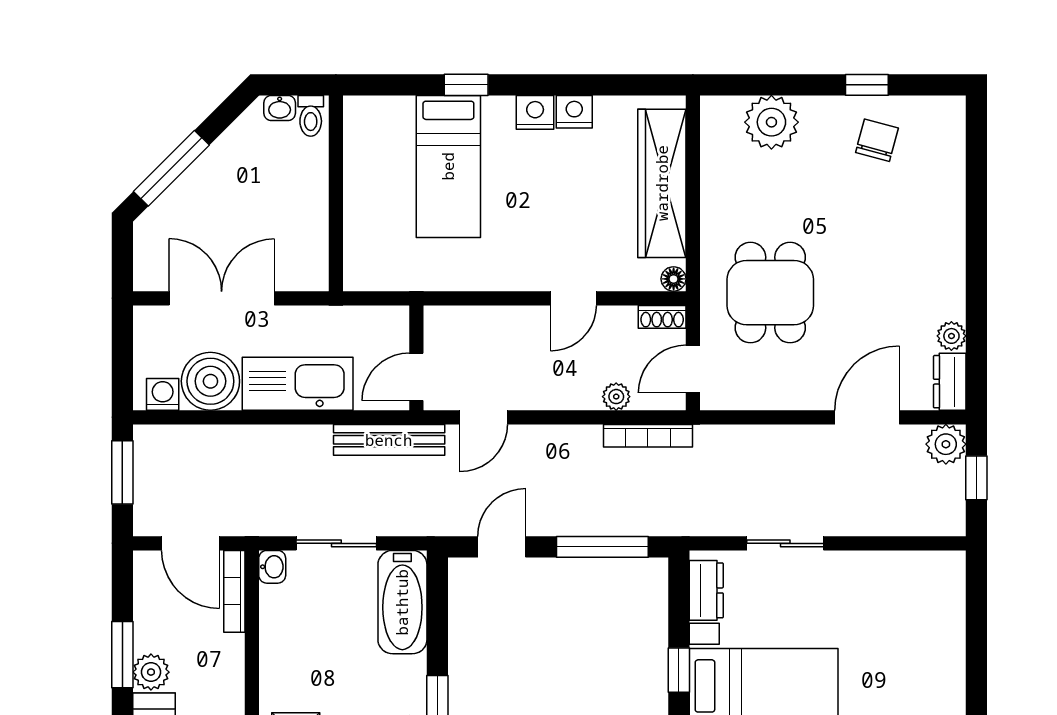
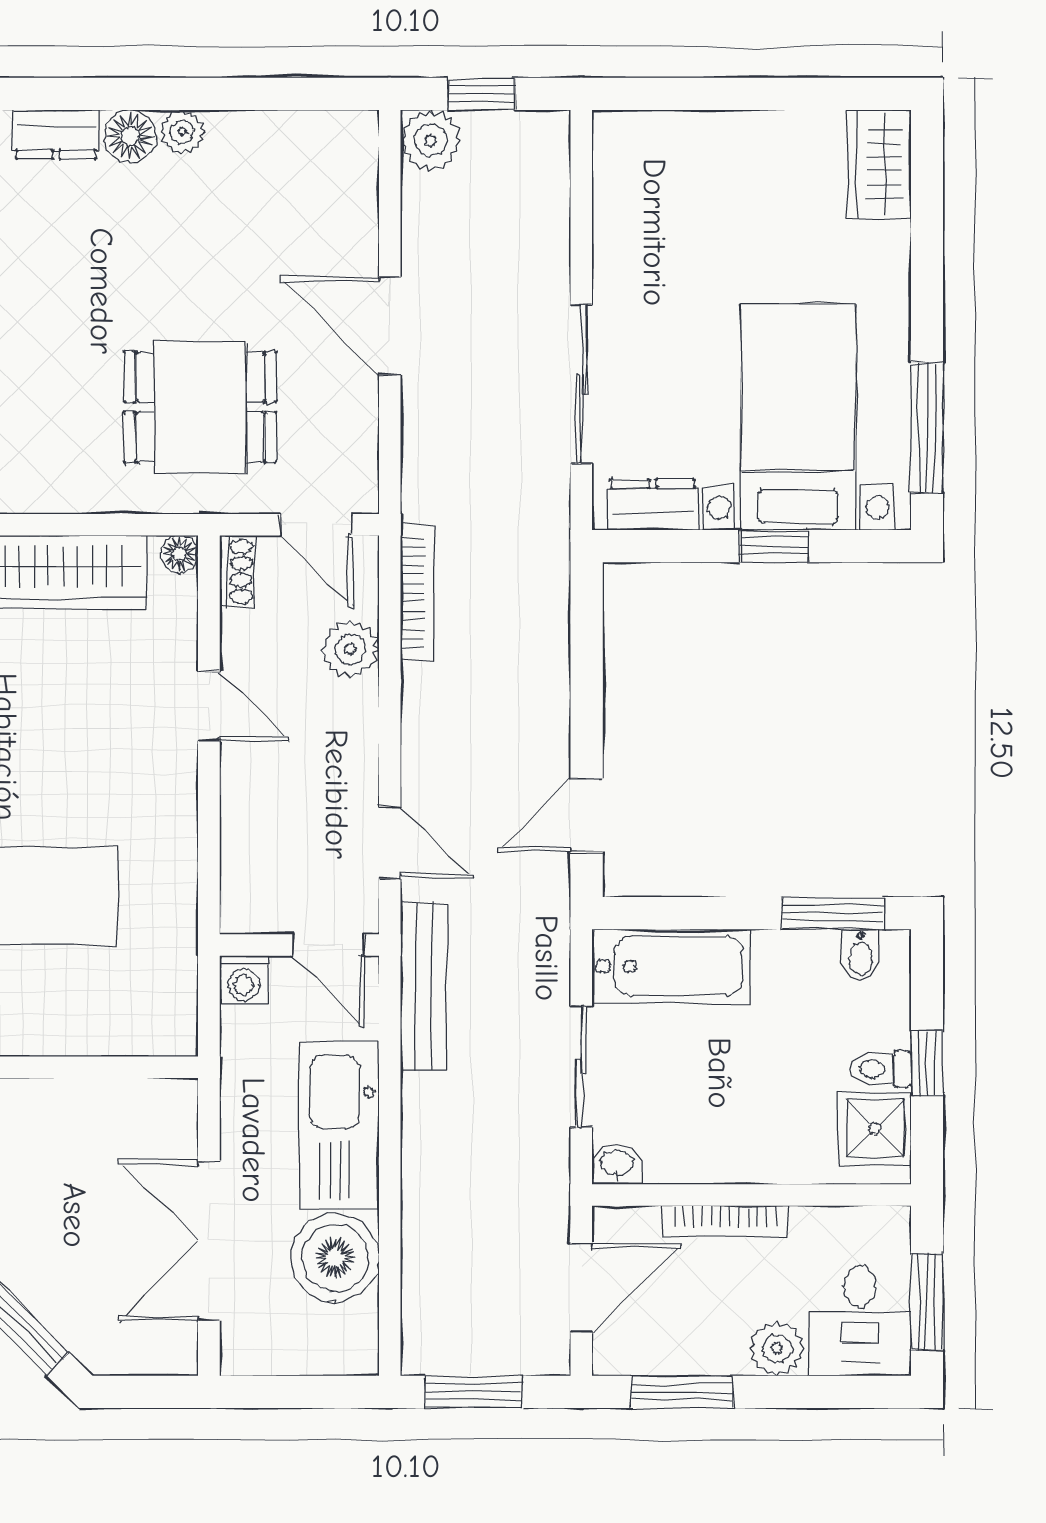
floor lamp: (949, 246) -> (130, 136), added
plant: (951, 336) -> (182, 132), moved
dresser: (950, 382) -> (56, 134), moved
washing machine: (163, 394) -> (244, 980), moved, turned -90
plant: (616, 397) -> (350, 649), width x1.38, depth x1.38
door: (867, 417) -> (390, 326), moved
sliding door: (785, 543) -> (581, 384), width x1.37
door: (502, 547) -> (587, 815), hinge flipped
window: (602, 547) -> (587, 662), removed
bookcase: (234, 591) -> (725, 1222), moved
window: (122, 655) -> (682, 1392), moved

